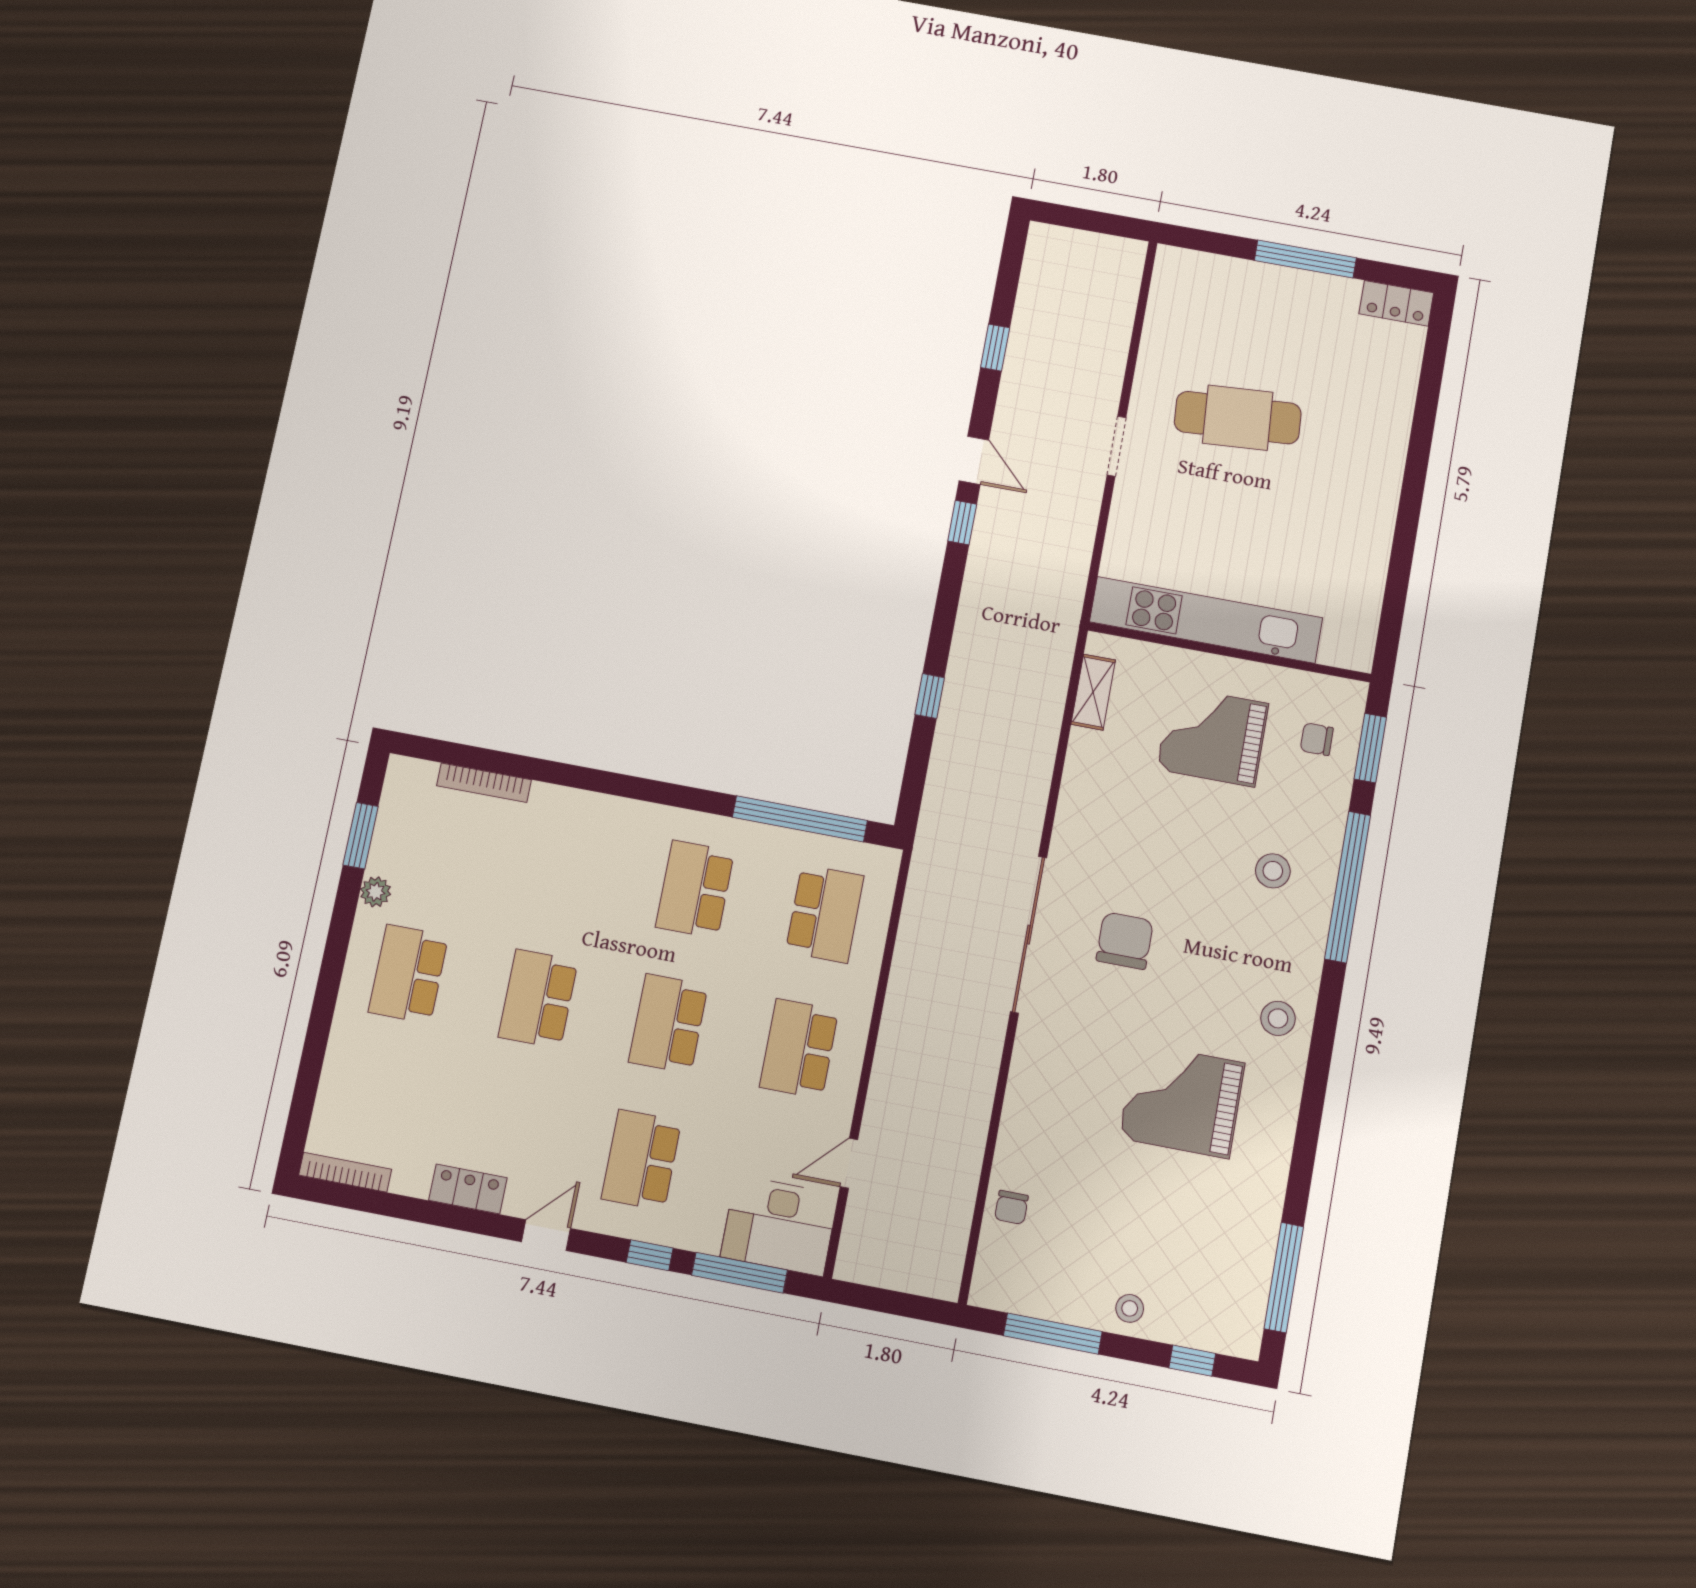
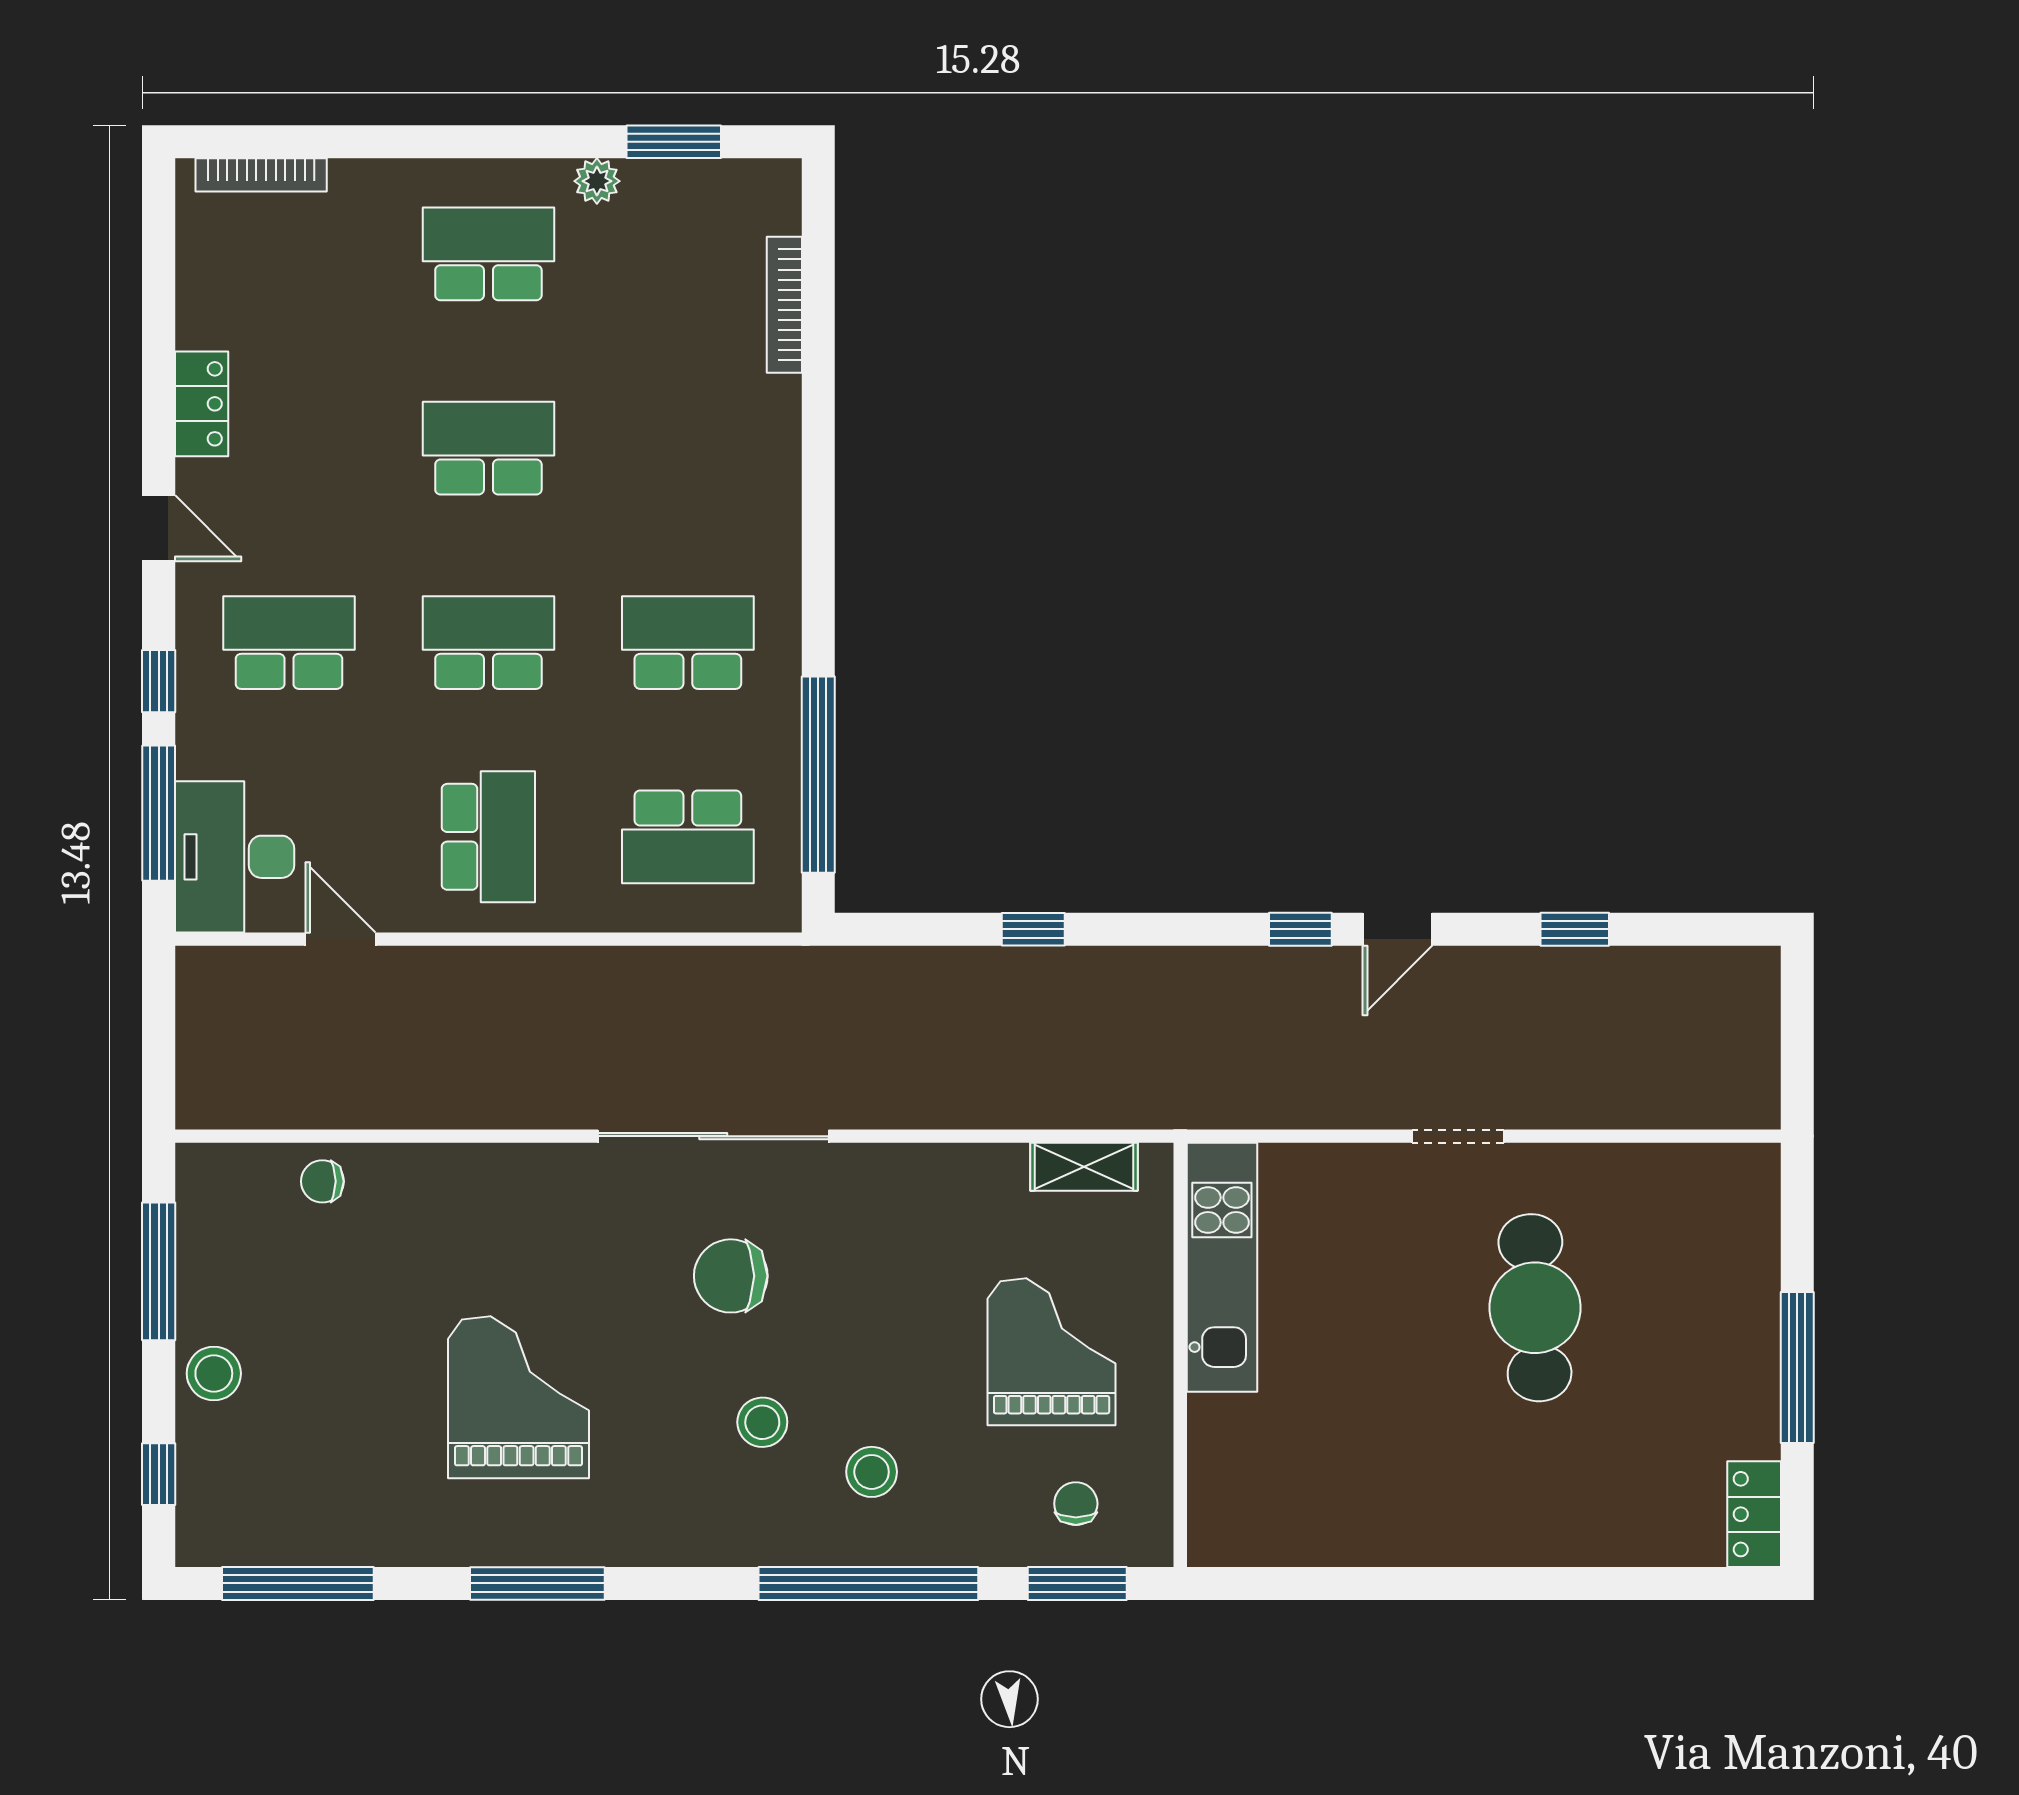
kitchen unit: (1206, 620) -> (1222, 1267), width x0.73
chair: (1125, 941) -> (731, 1276), turned 180
stool: (1278, 1018) -> (762, 1422), moved
school desk: (799, 1049) -> (488, 837), turned 90
window: (1311, 1112) -> (537, 1583), added
bookcase: (345, 1172) -> (261, 175), moved, turned 90
stool: (1130, 1308) -> (214, 1373), width x1.37, depth x1.37

